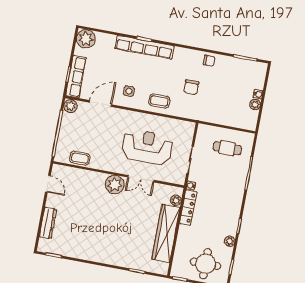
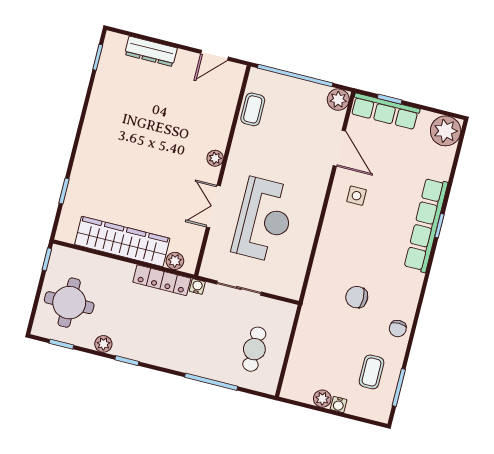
coffee table: (159, 101) -> (372, 372), moved
plant: (115, 185) -> (215, 158), width x0.53, depth x0.53

